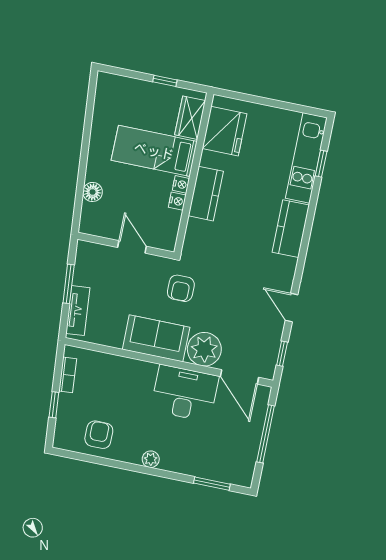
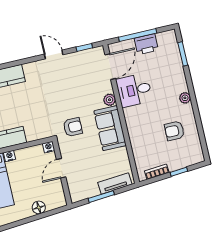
nightstand: (177, 201) -> (49, 147), moved
door: (291, 308) -> (54, 54), swing flipped
plant: (204, 349) -> (110, 100), width x0.53, depth x0.53
desk: (185, 393) -> (134, 90), width x0.73
armchair: (99, 435) -> (174, 131), moved
printer: (248, 440) -> (146, 44), added

